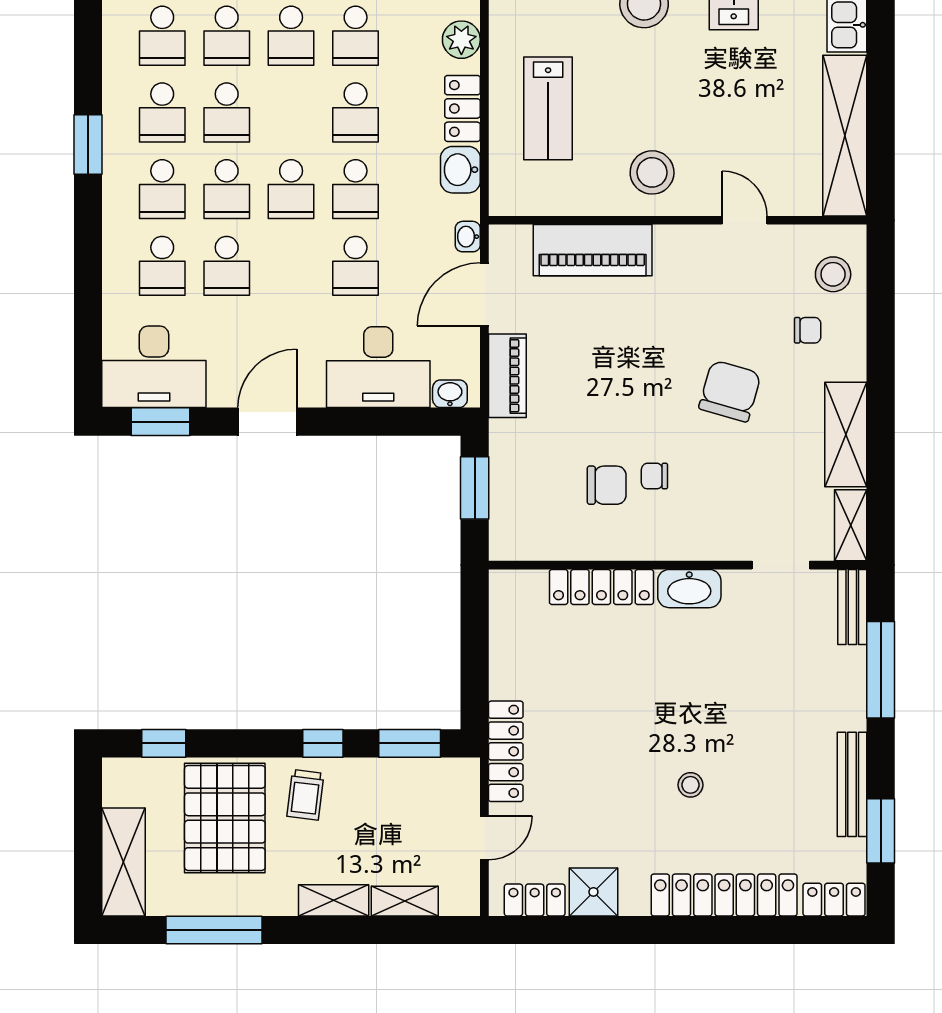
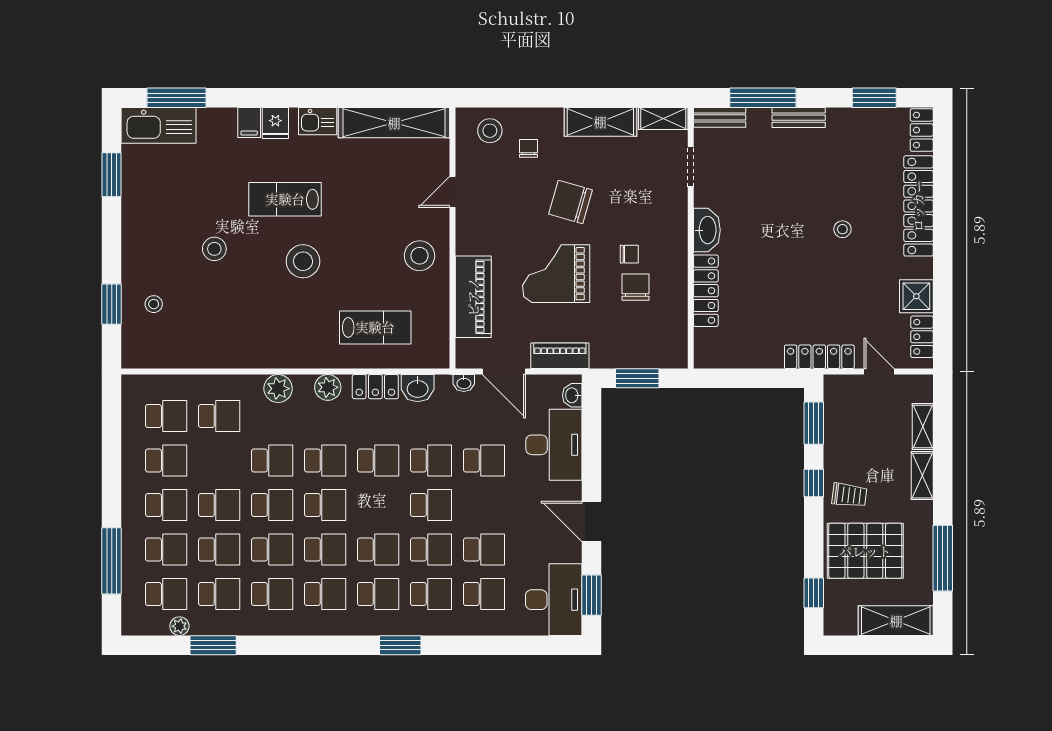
grand piano: (626, 370) -> (556, 274), added
chair: (654, 476) -> (629, 254), turned -90
bench: (852, 784) -> (799, 118), moved, width x0.73

